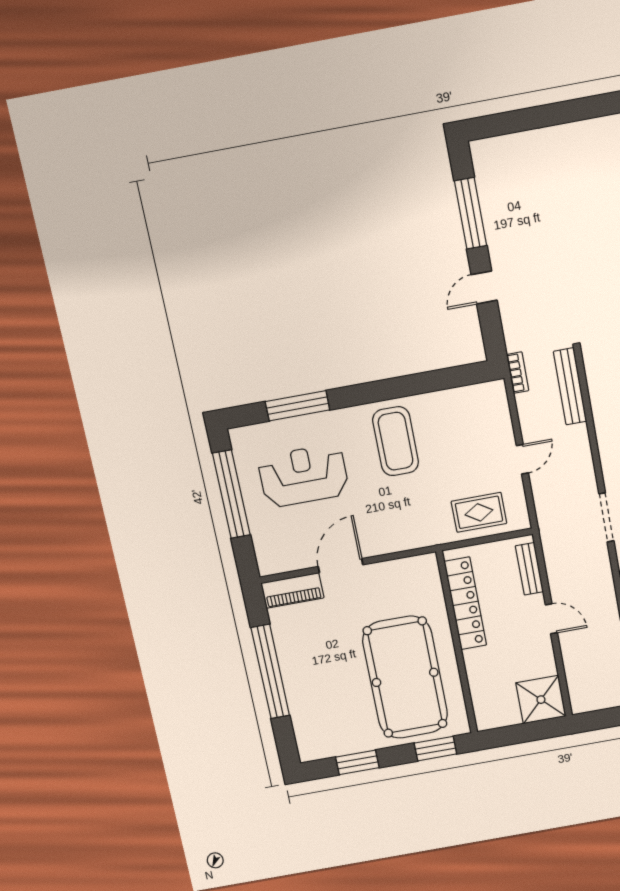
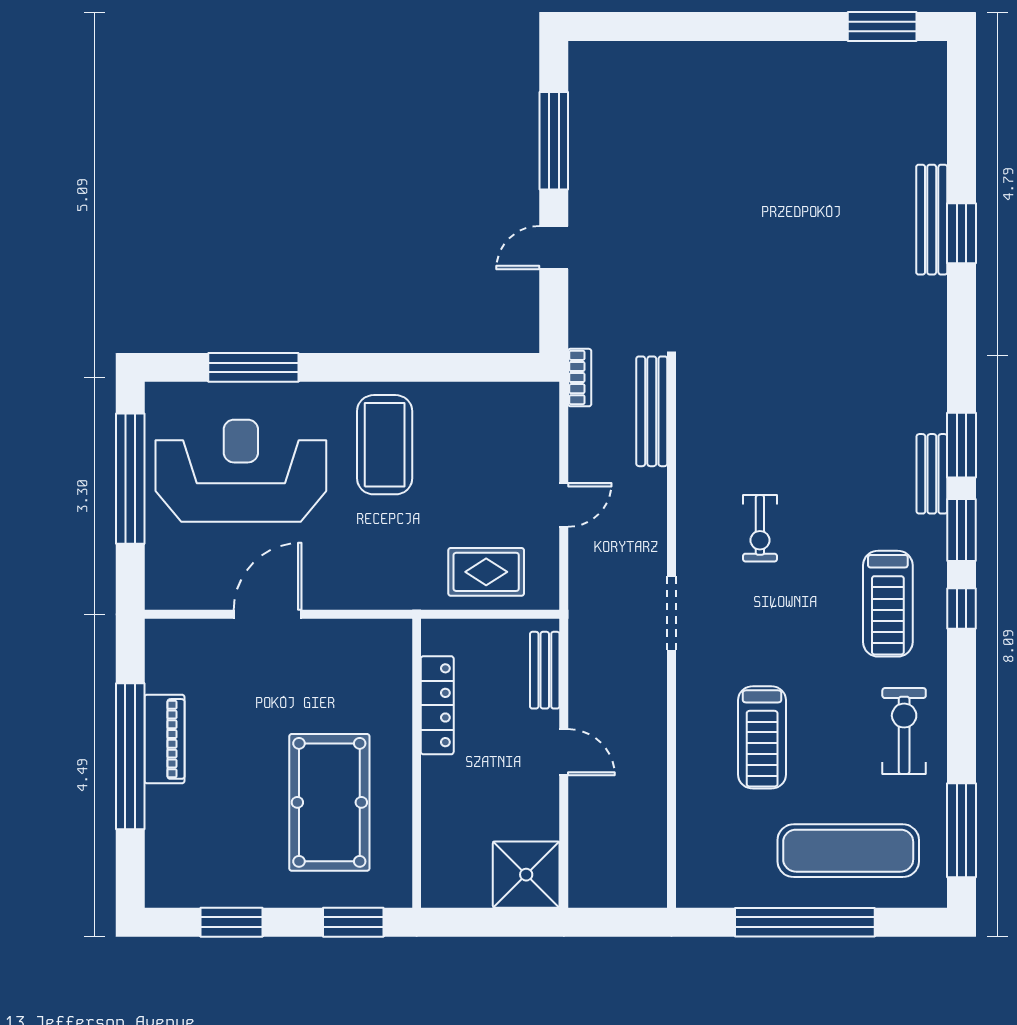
reception desk: (303, 476) -> (241, 471), width x1.36, depth x1.30
piano: (292, 590) -> (164, 739), moved, turned -90
locker: (465, 603) -> (437, 705), width x0.71, depth x0.83
pool table: (405, 677) -> (329, 802), width x0.73, depth x0.76

